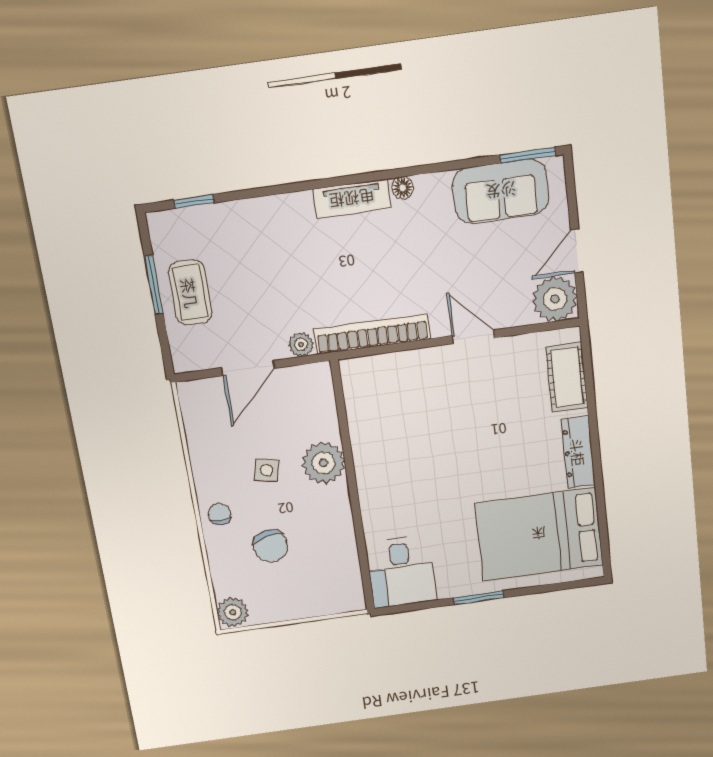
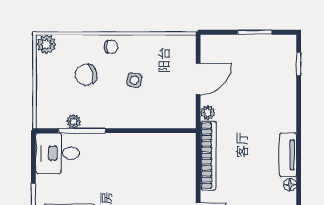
coffee table: (190, 293) -> (247, 53), removed
door: (248, 368) -> (198, 79), swing flipped
plant: (324, 463) -> (74, 121), moved, width x0.53, depth x0.53
window: (360, 540) -> (82, 131), added

